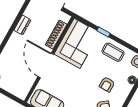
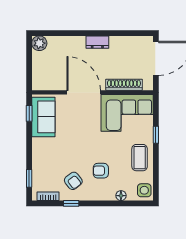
dresser: (22, 25) -> (97, 42), moved
door: (46, 66) -> (84, 92), hinge flipped

